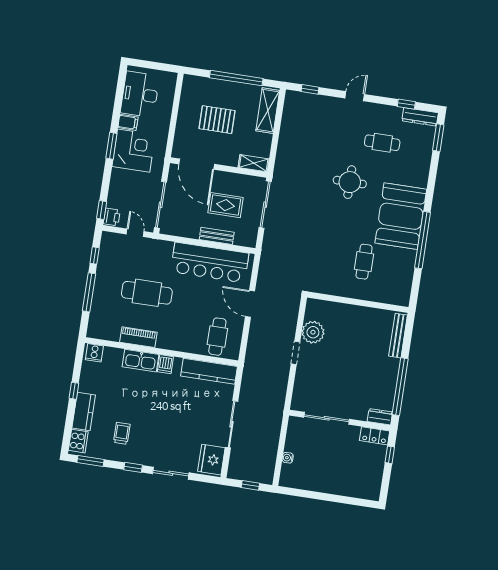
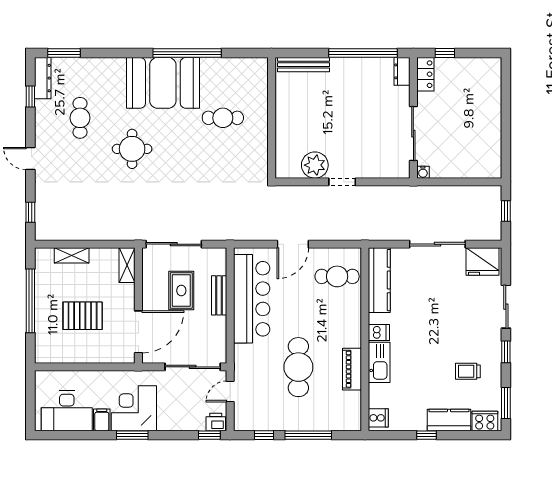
shelving: (268, 111) -> (72, 255), width x0.67, depth x0.75
pallet: (217, 120) -> (83, 316), turned 90
water cooler: (288, 458) -> (423, 172), moved

